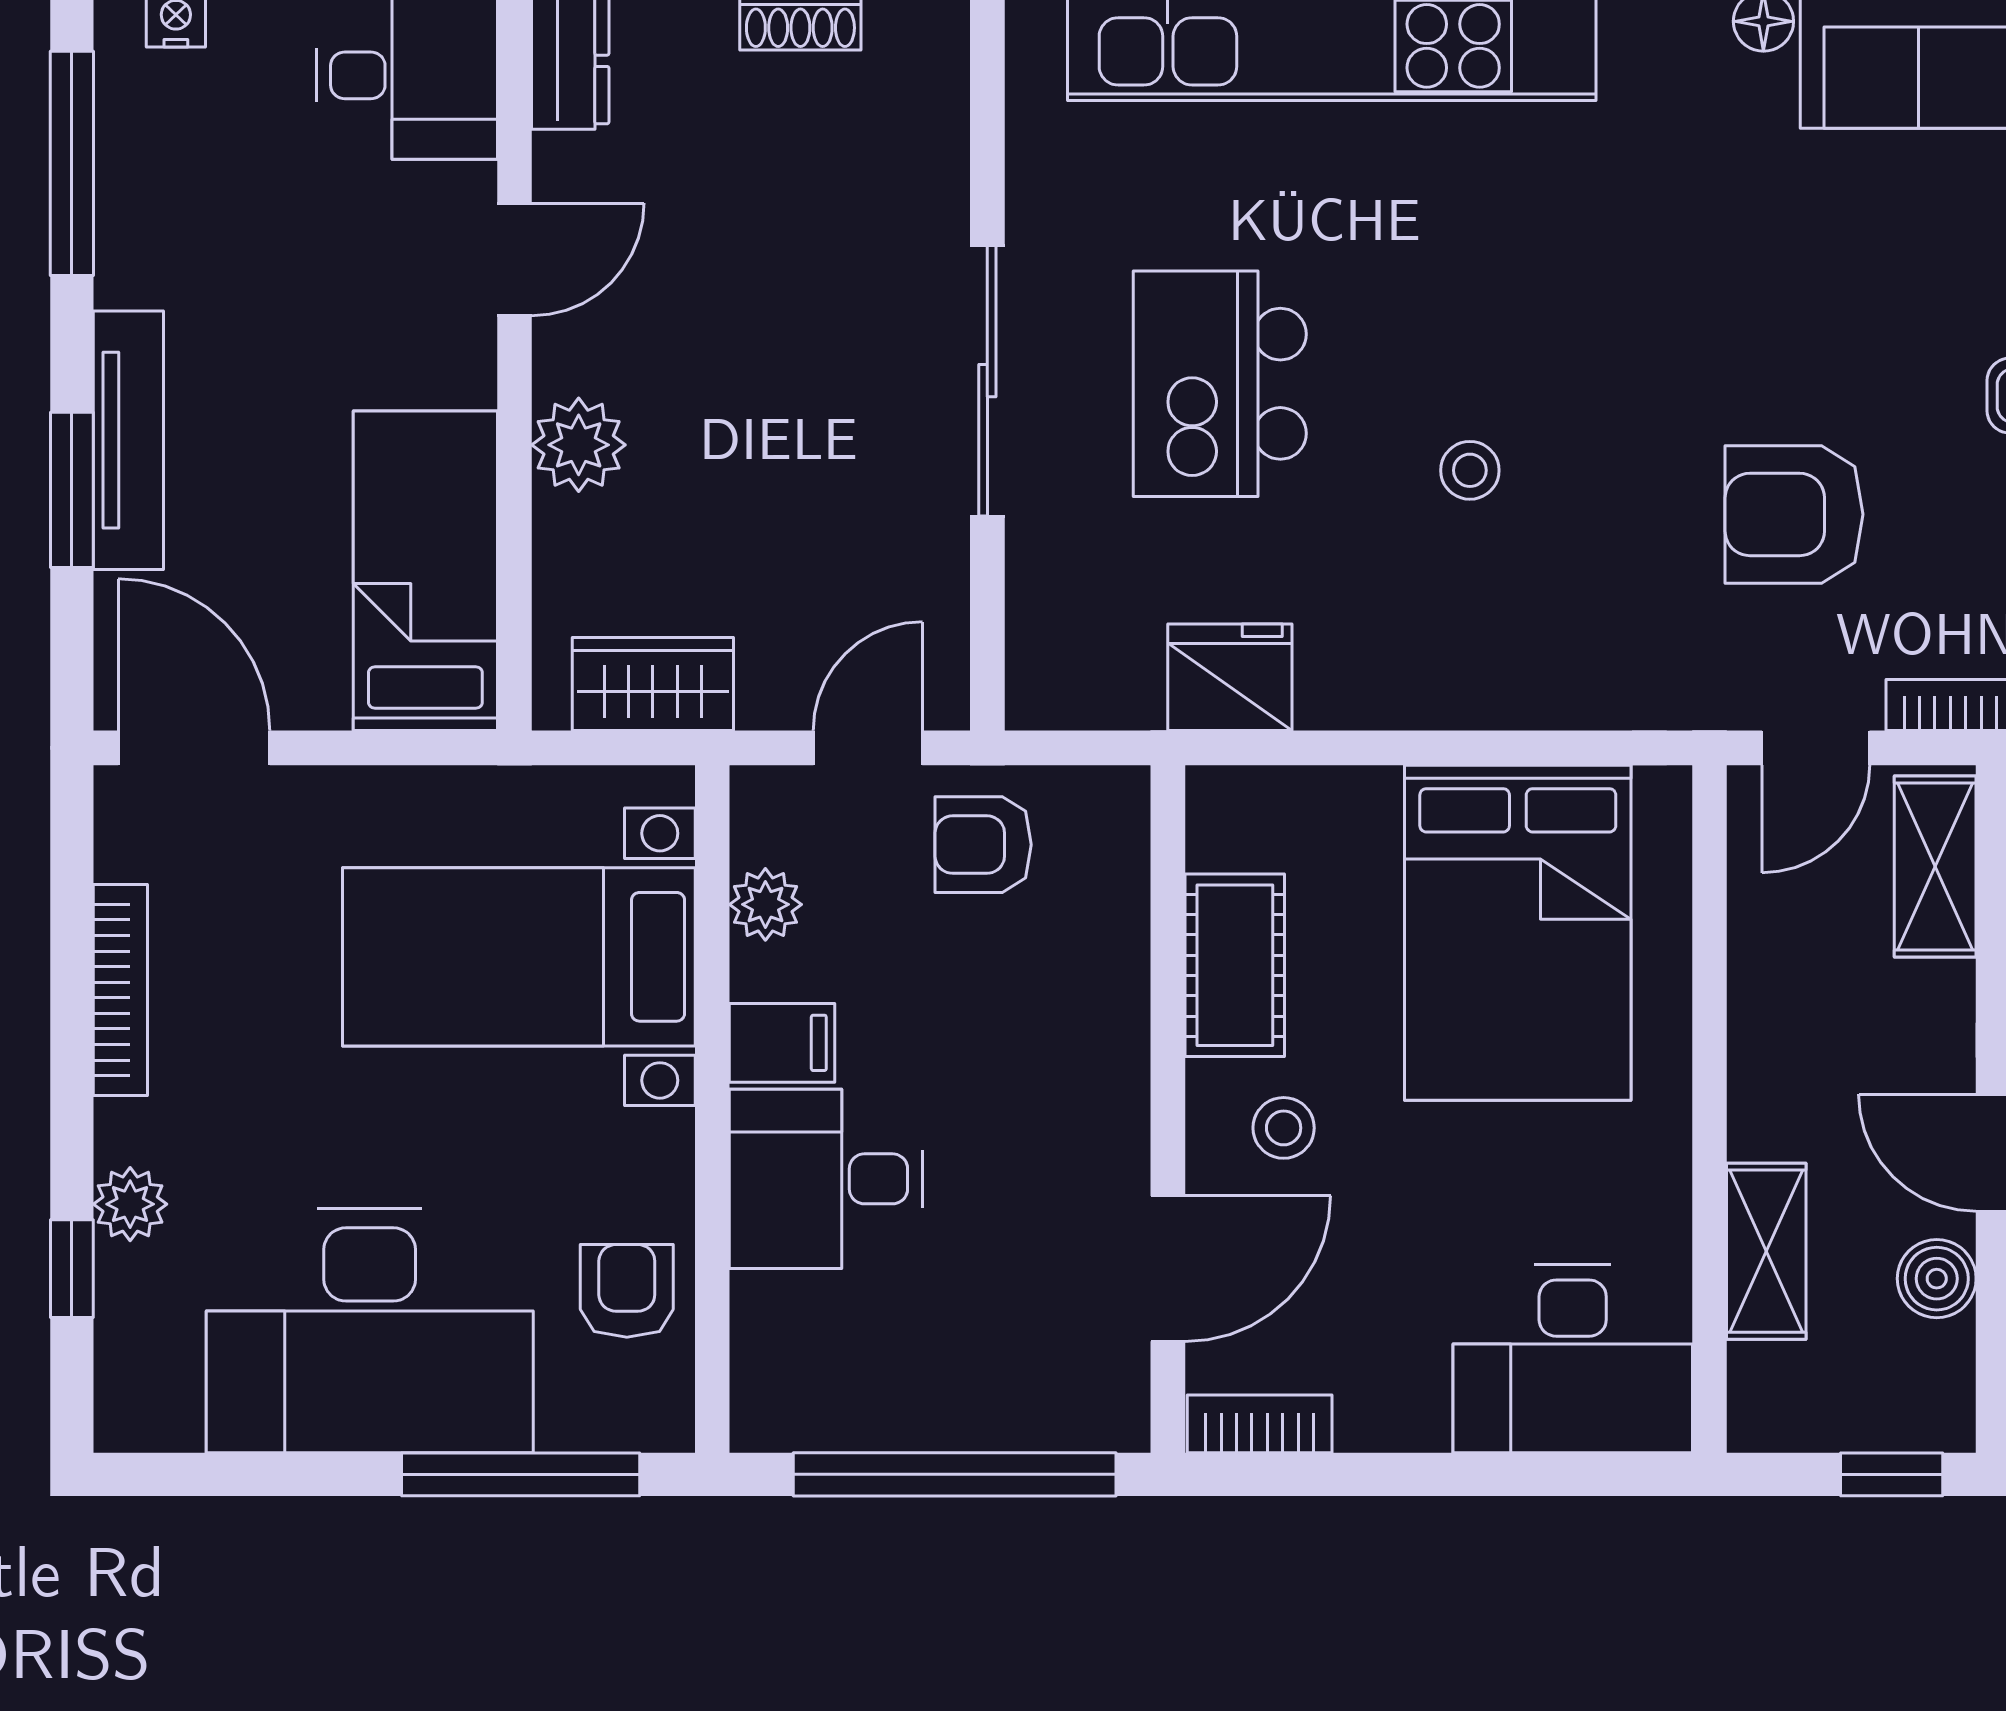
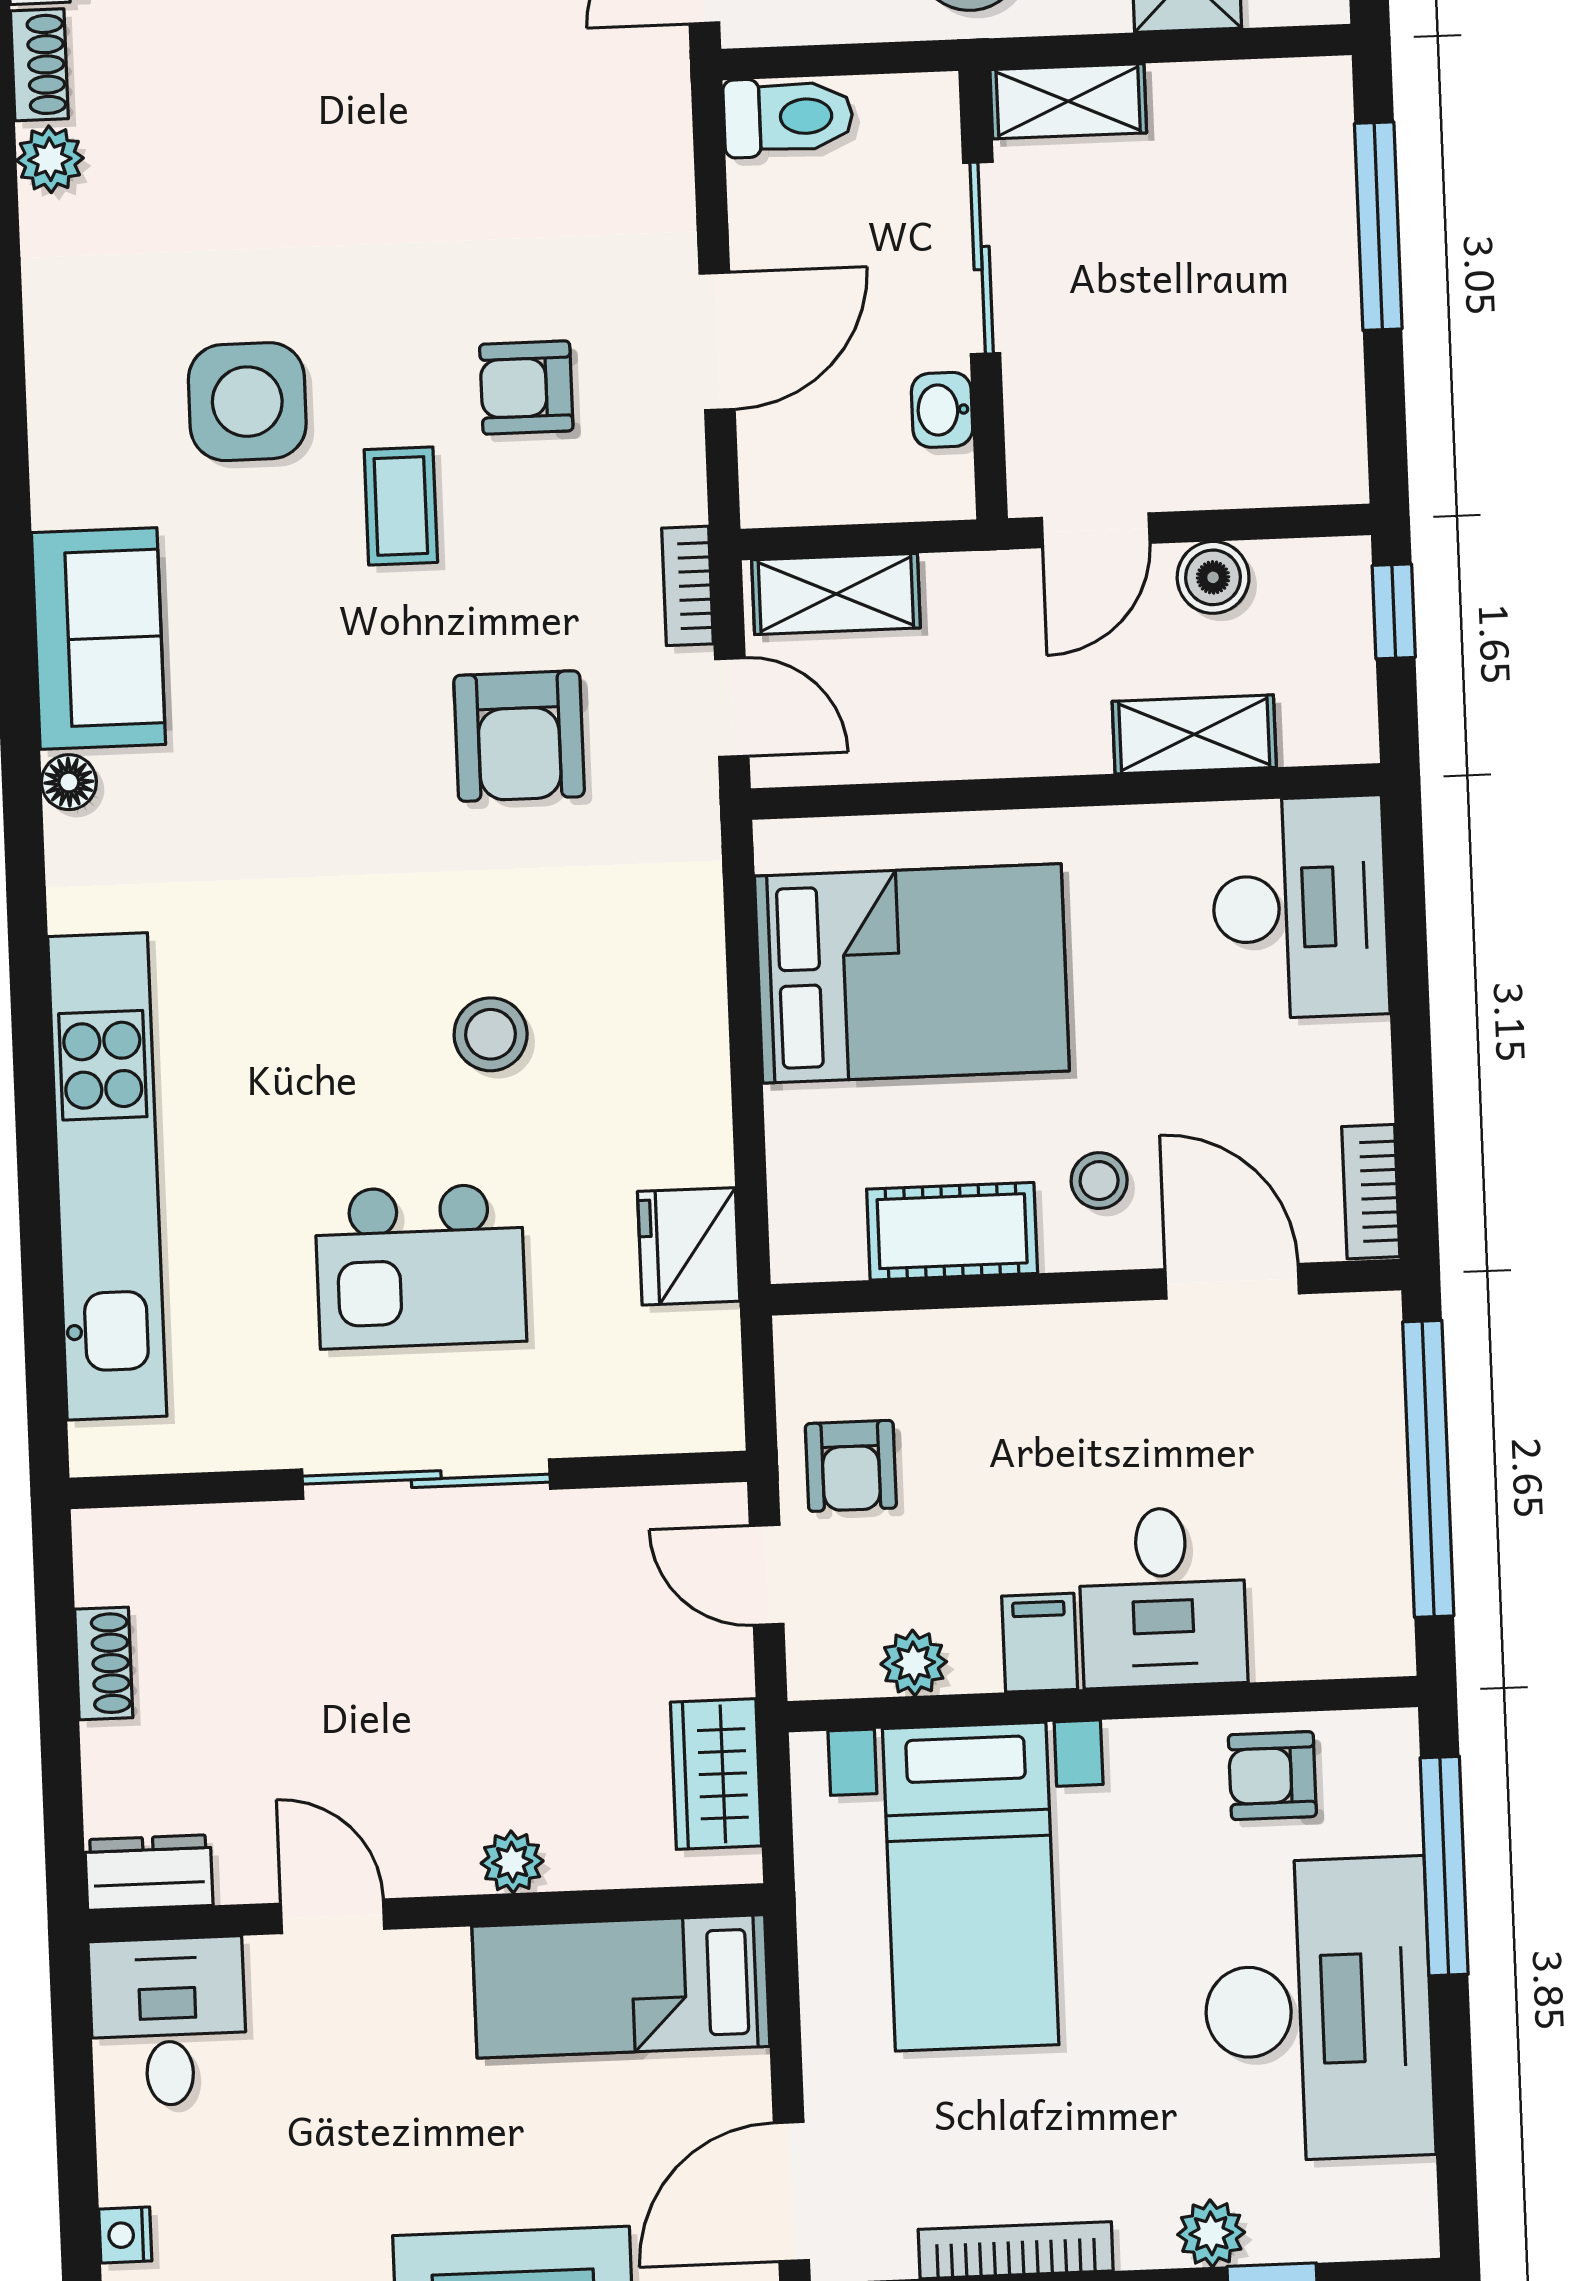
plant: (579, 445) -> (512, 1862), width x0.73, depth x0.73
stool: (1470, 470) -> (491, 1034), width x1.37, depth x1.37

